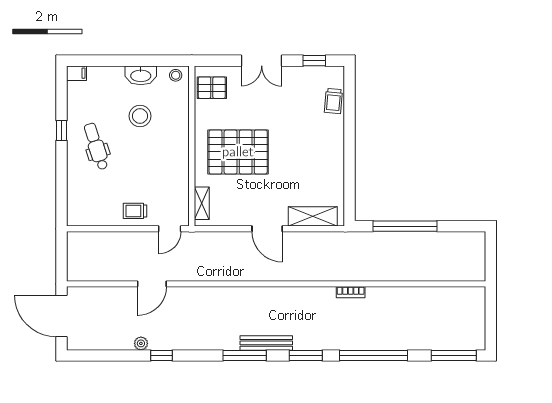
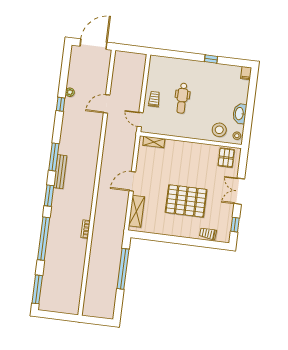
stool: (140, 116) -> (219, 130), moved
dental chair: (96, 146) -> (182, 98), moved, turned 108
pallet: (238, 152) -> (186, 201), moved, turned 90
door: (152, 284) -> (107, 104), hinge flipped

